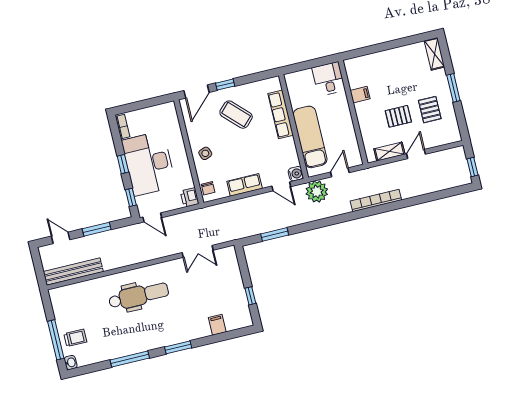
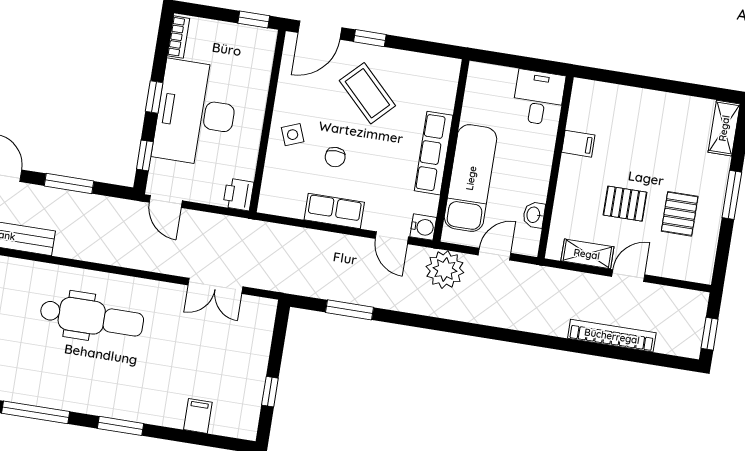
window: (159, 100) -> (254, 20), added
row of seats: (281, 114) -> (434, 153), moved
washbasin: (352, 143) -> (534, 215), added
chair: (208, 188) -> (335, 157), moved
bookcase: (376, 201) -> (612, 336), moved

